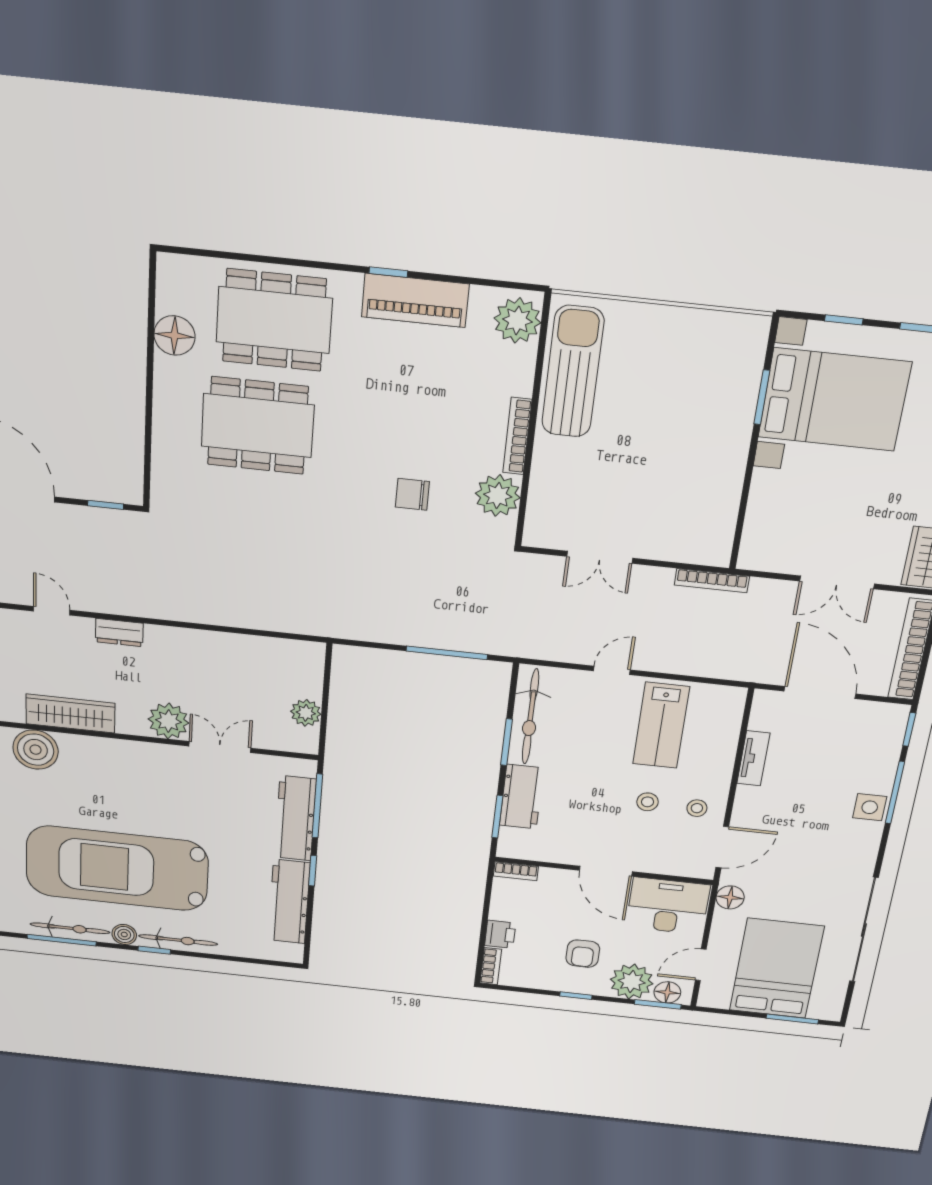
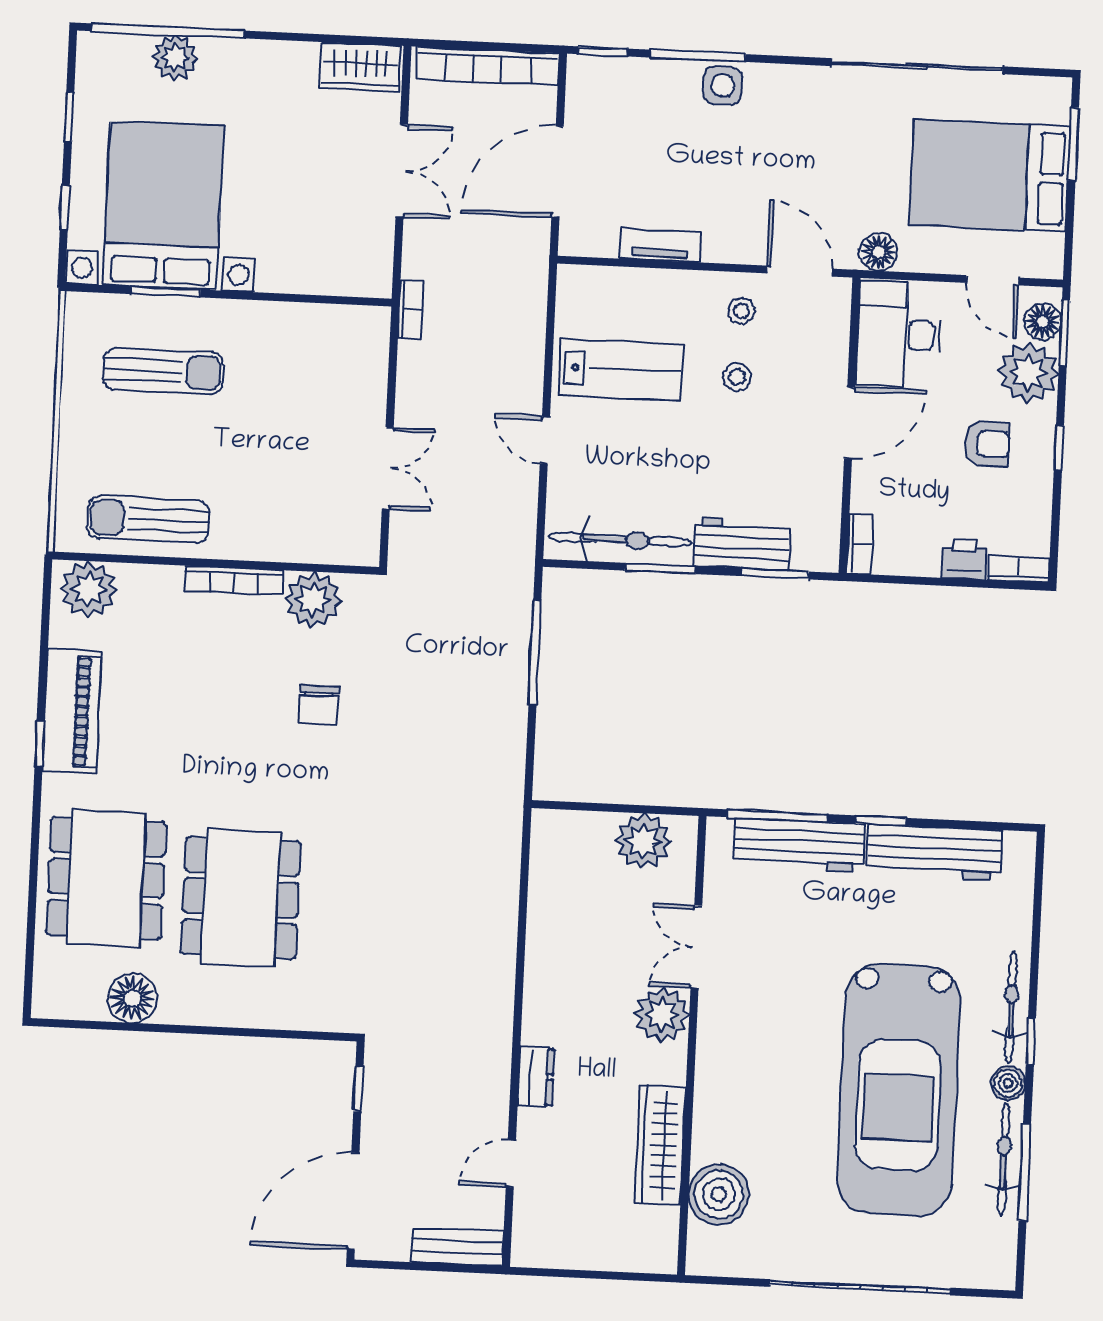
sun lounger: (573, 372) -> (148, 519), width x0.73, depth x0.75
sun lounger: (696, 391) -> (163, 371), added
bookcase: (712, 581) -> (411, 310), width x0.64
plant: (306, 713) -> (643, 841), width x1.36, depth x1.36

